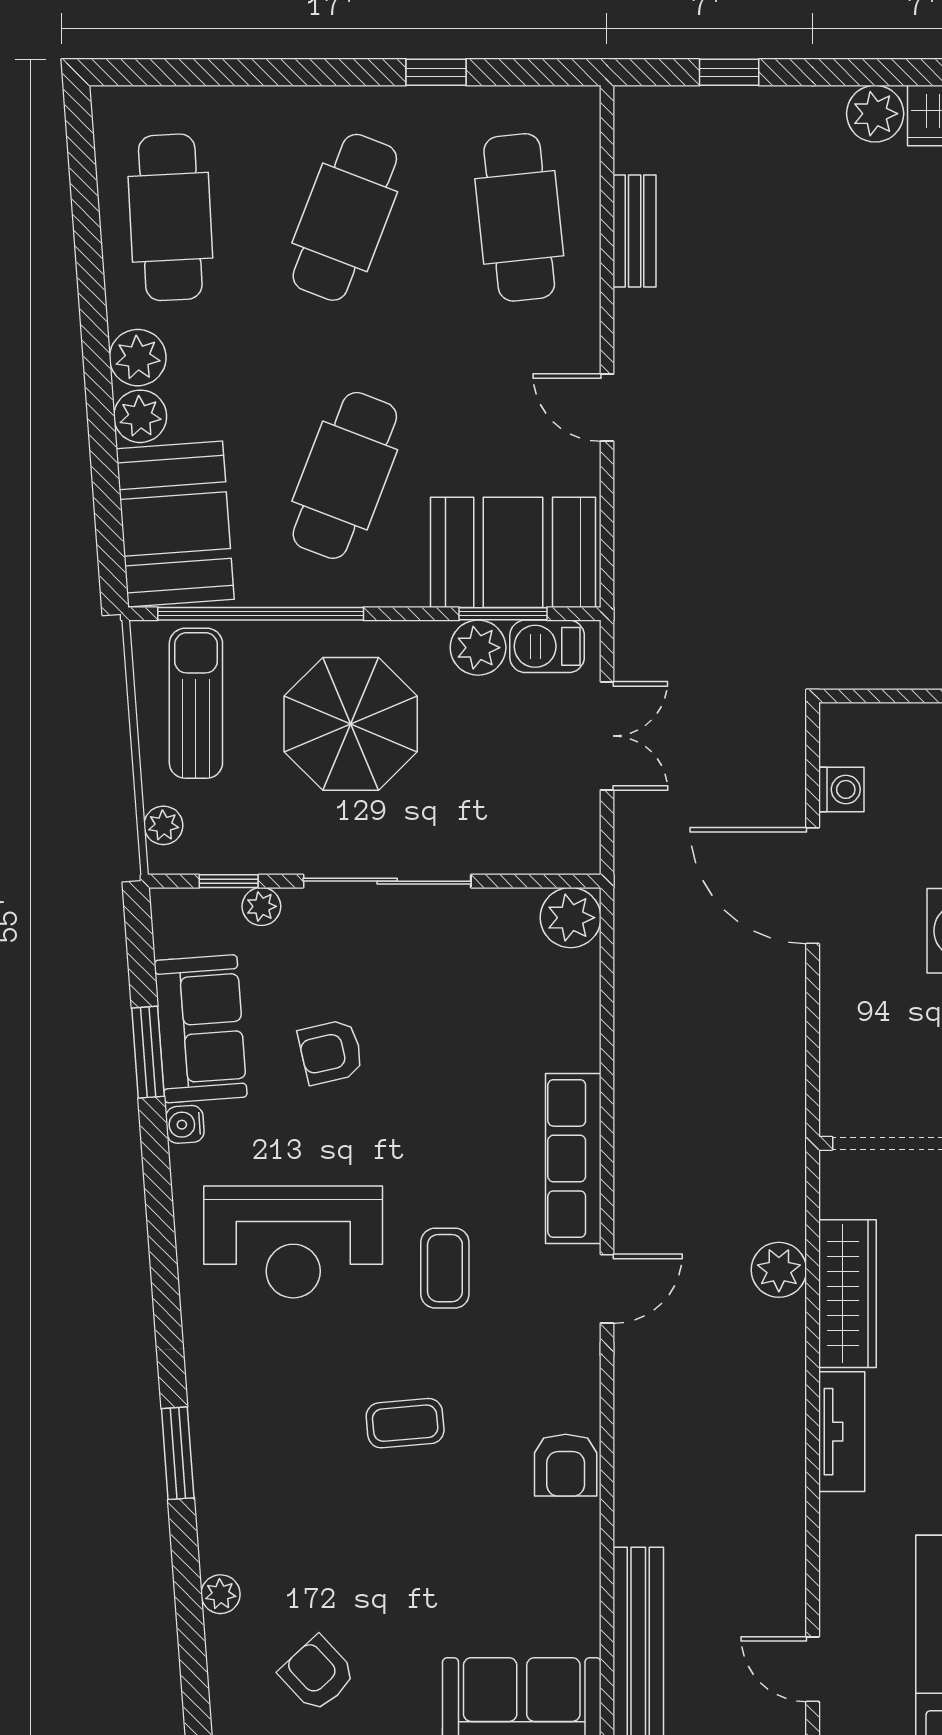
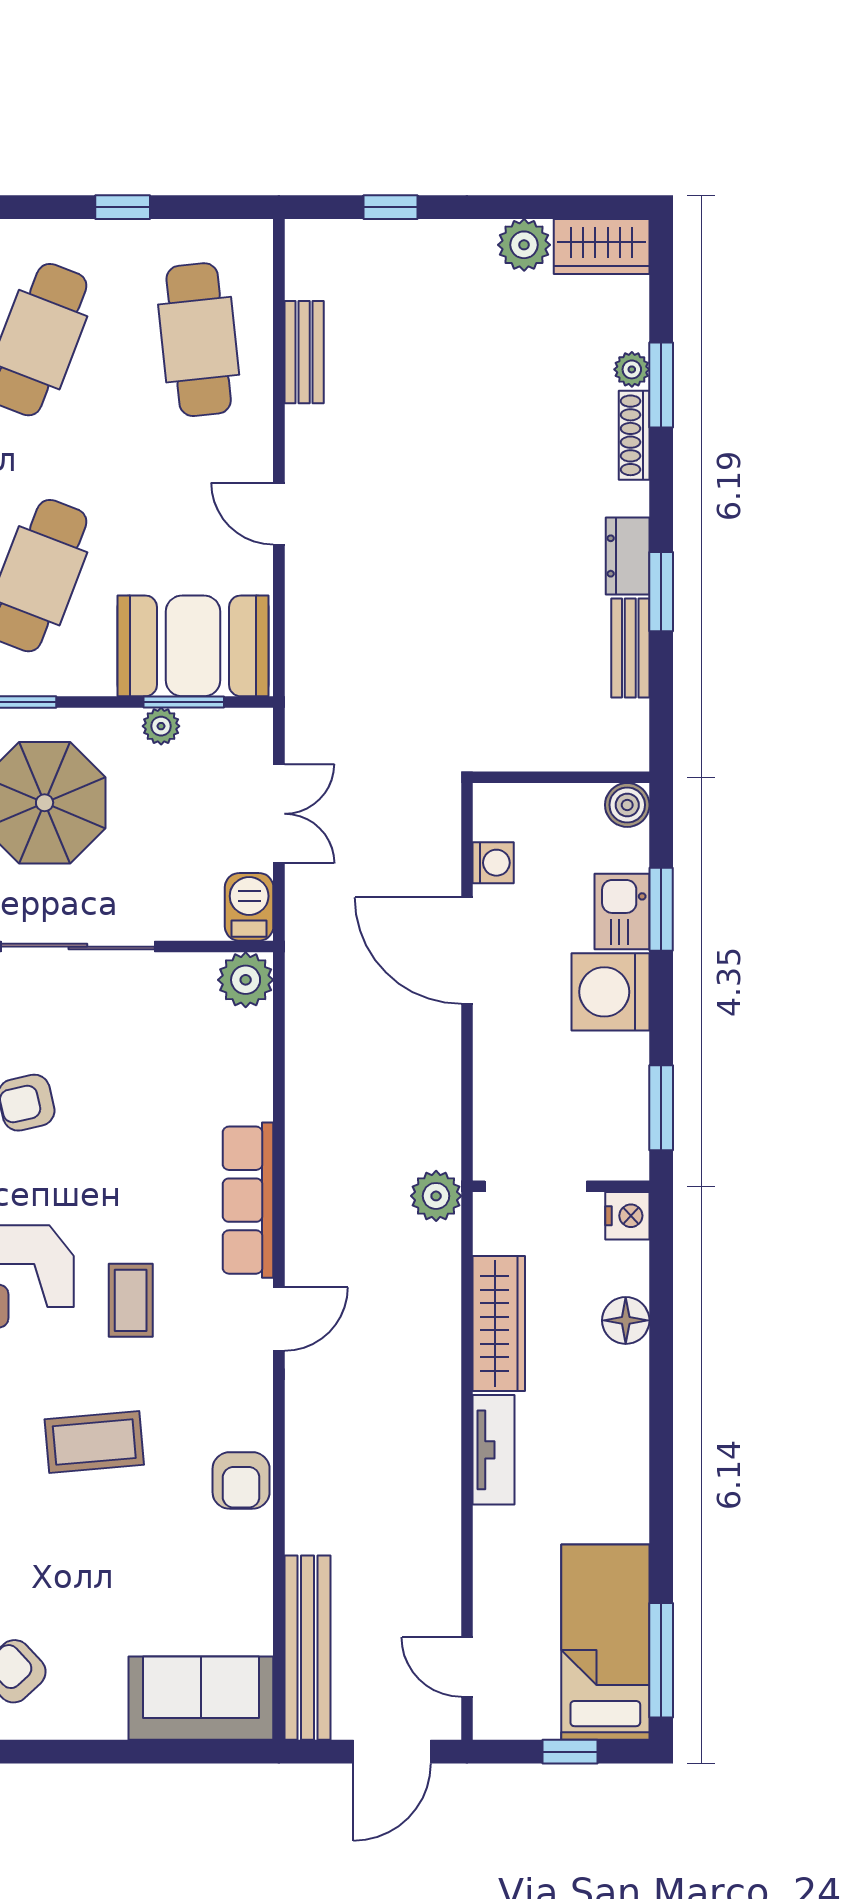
barbecue: (547, 646) -> (249, 907), moved, turned 90
plant: (478, 648) -> (161, 726), width x0.73, depth x0.73
plant: (779, 1270) -> (436, 1196), moved
coffee table: (405, 1423) -> (94, 1442), width x1.36, depth x1.30

